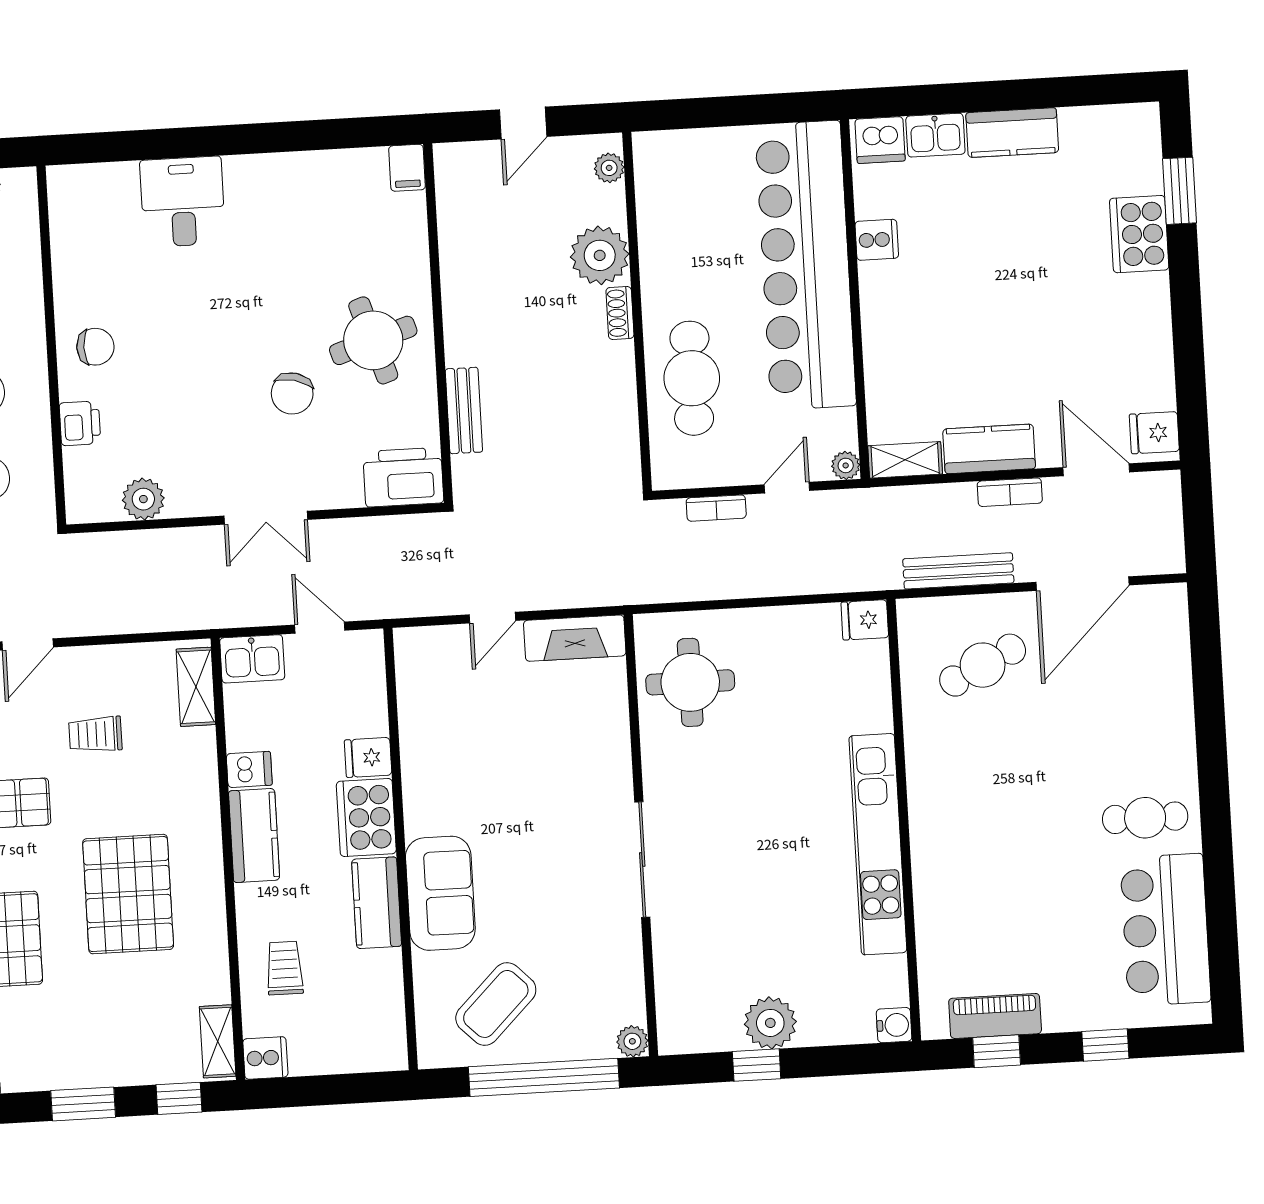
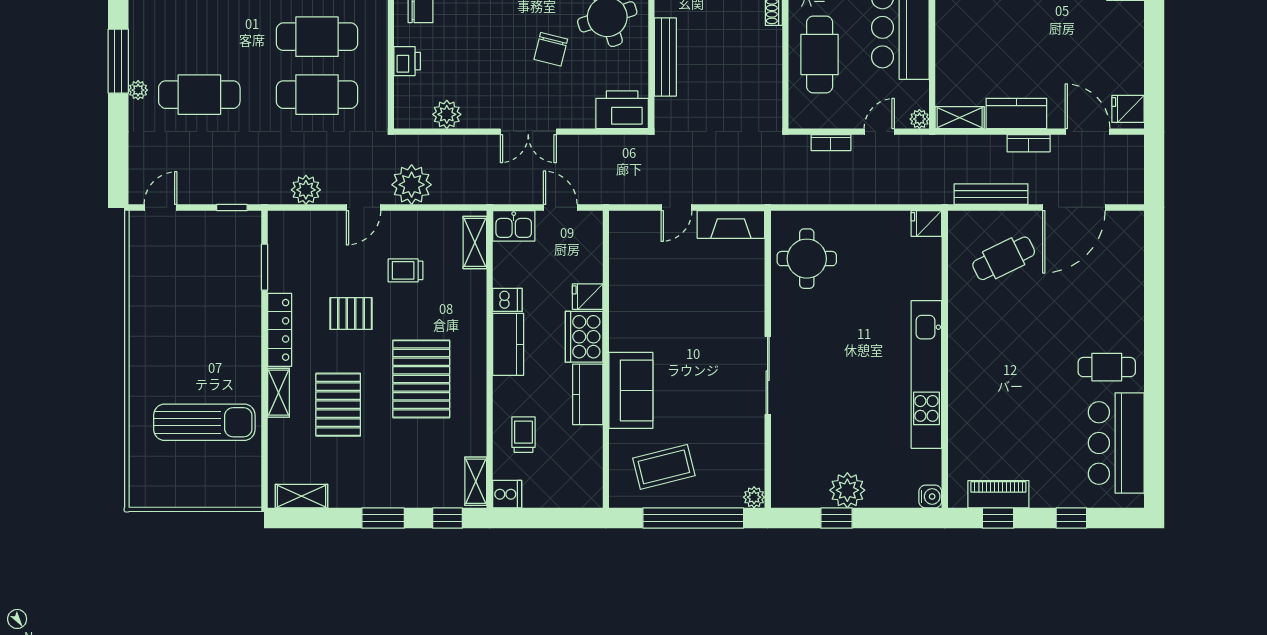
bench: (464, 410) -> (665, 57), width x1.36
plant: (97, 606) -> (412, 185), added
coffee table: (496, 1004) -> (664, 467), turned 31

